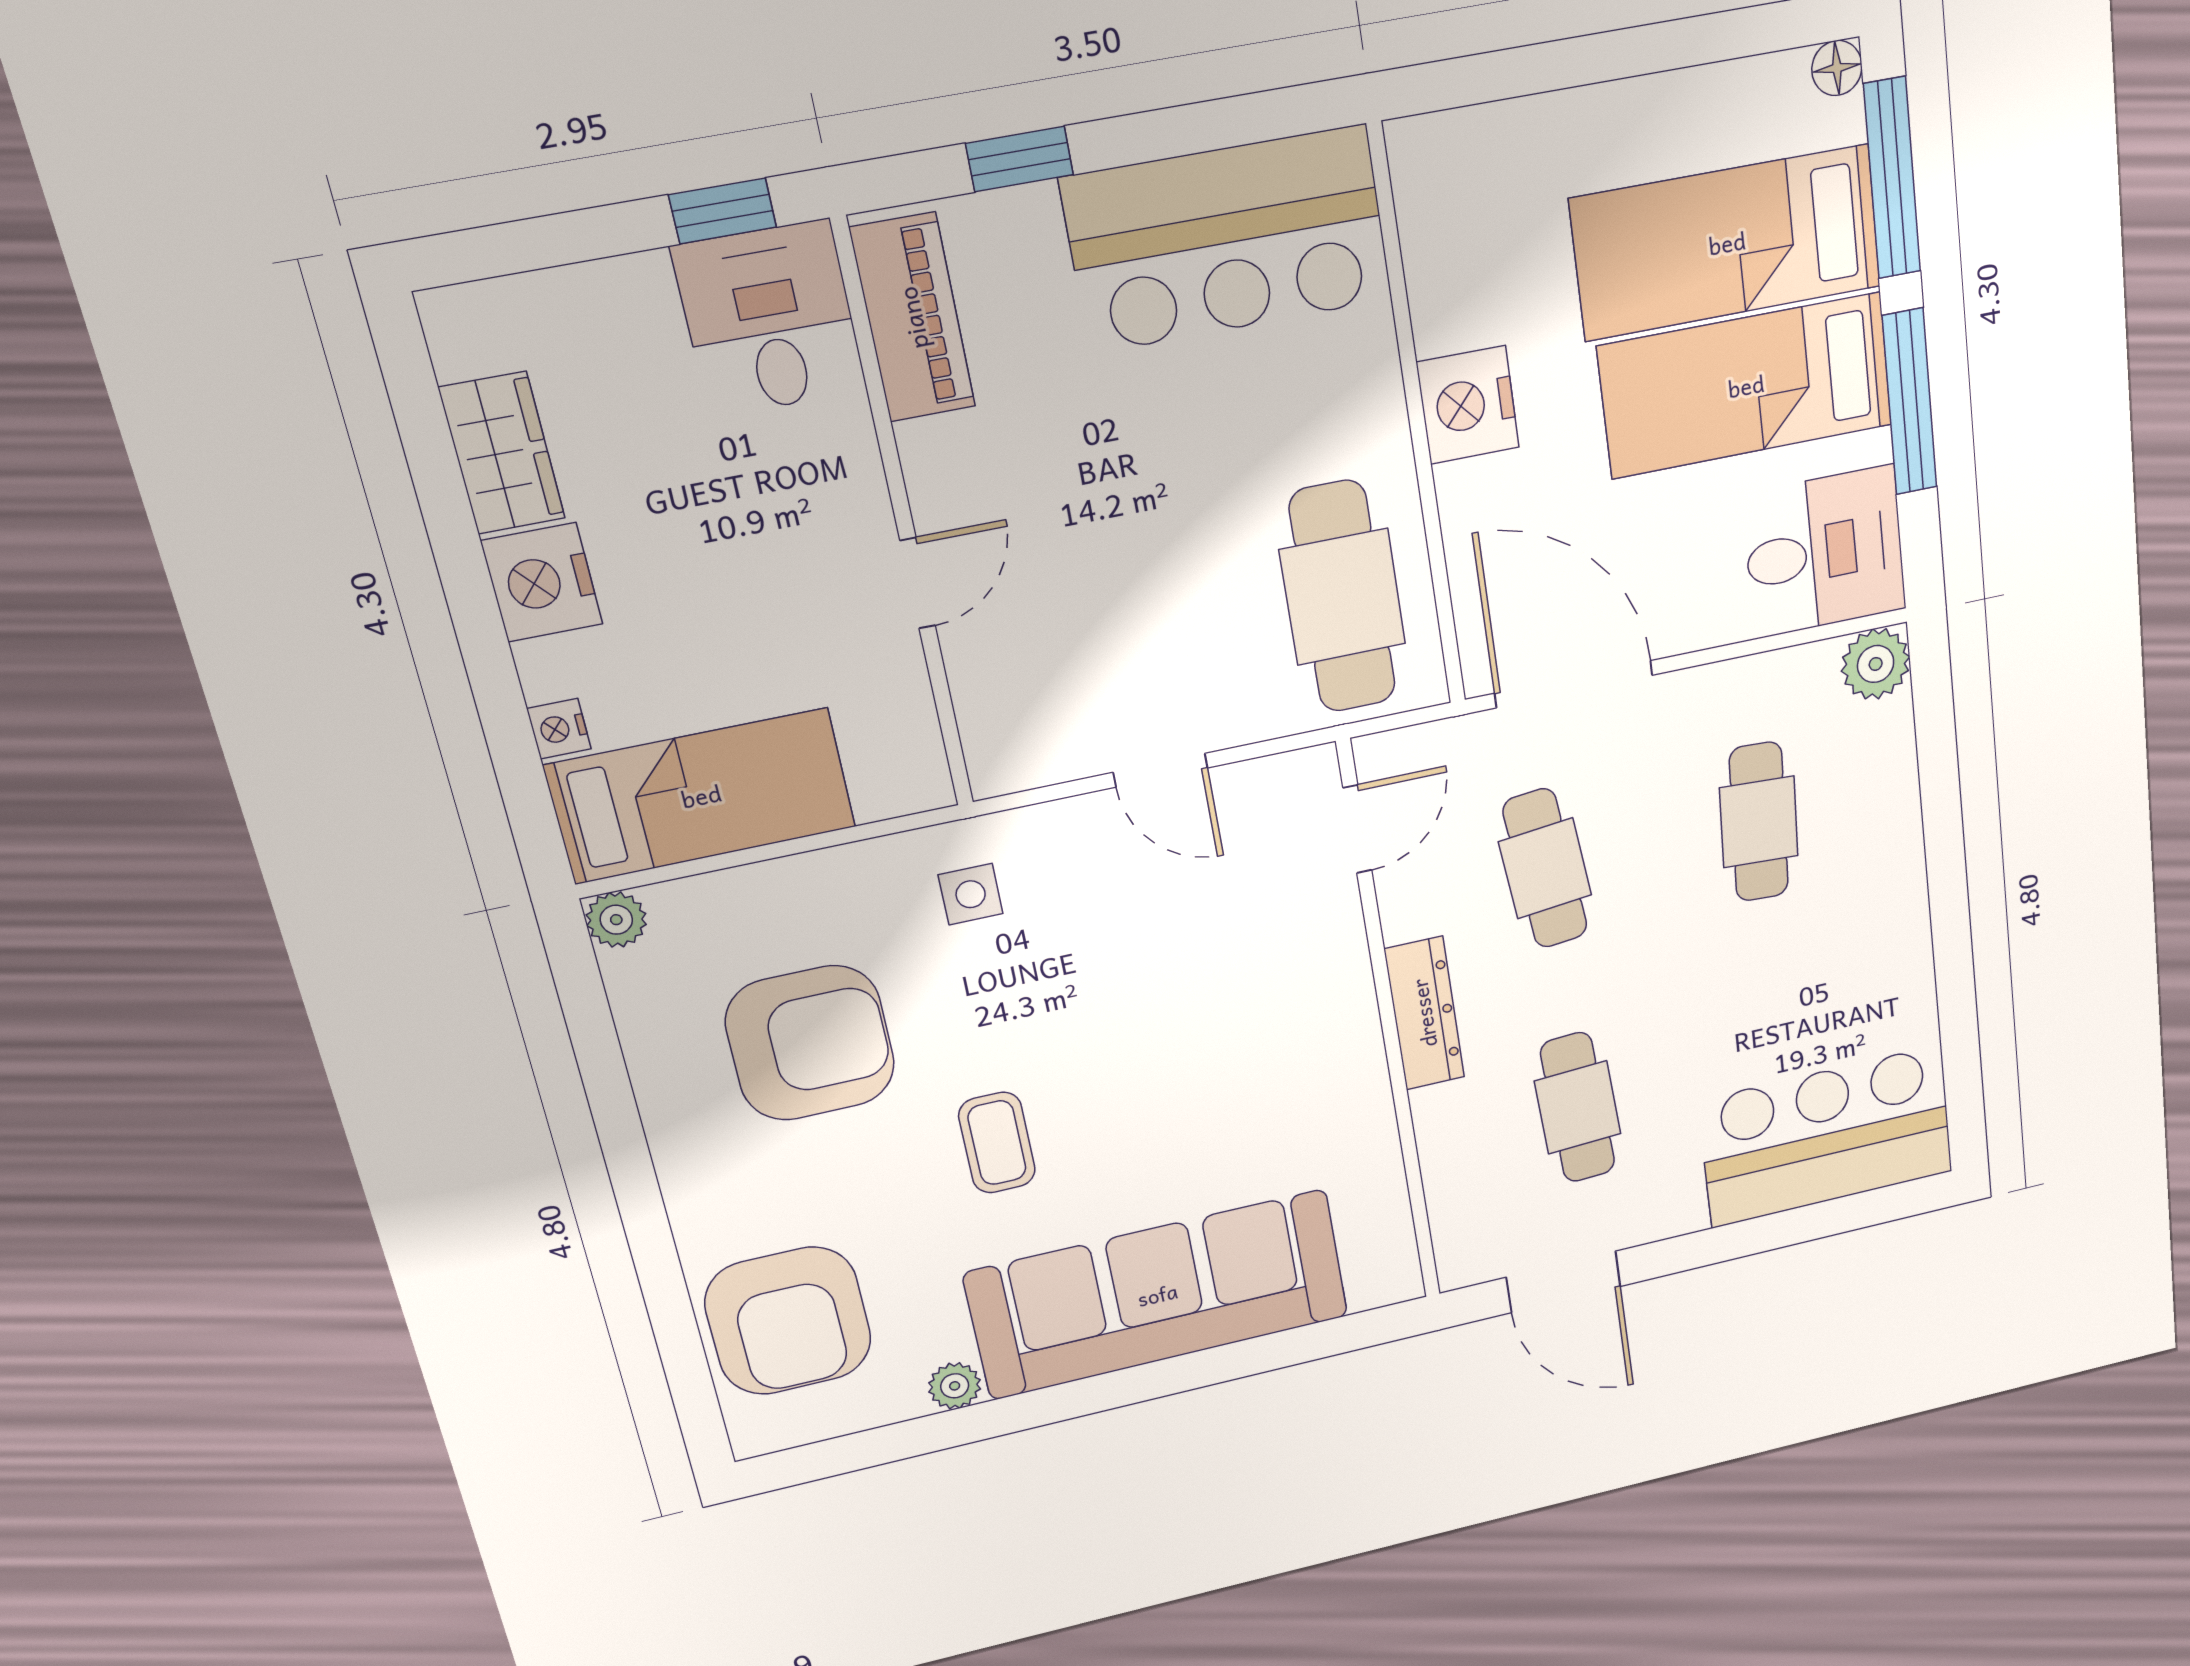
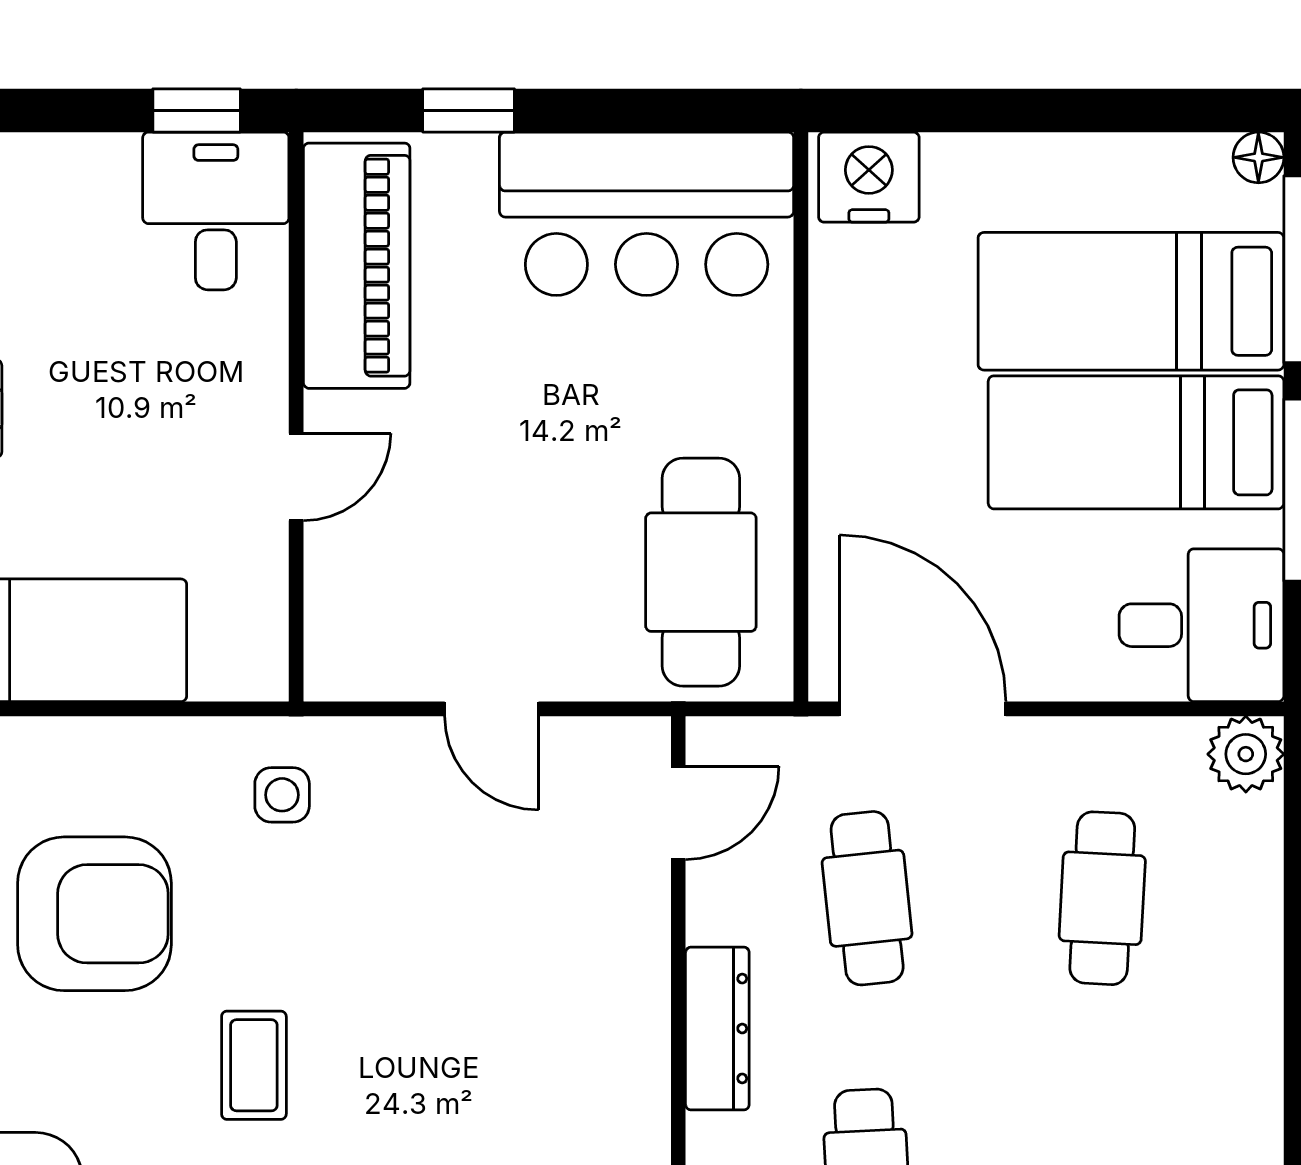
piano: (913, 318) -> (357, 266), width x1.37, depth x1.33
nightstand: (1468, 405) -> (869, 177), moved, turned 90

